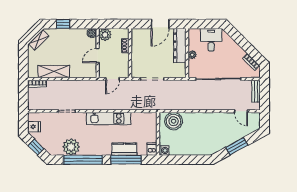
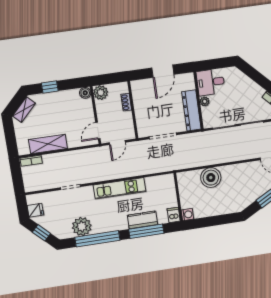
desk: (211, 40) -> (211, 82), moved, turned -90
dresser: (180, 46) -> (191, 110), moved
door: (98, 56) -> (98, 131), moved
boiler: (174, 121) -> (211, 178), moved

